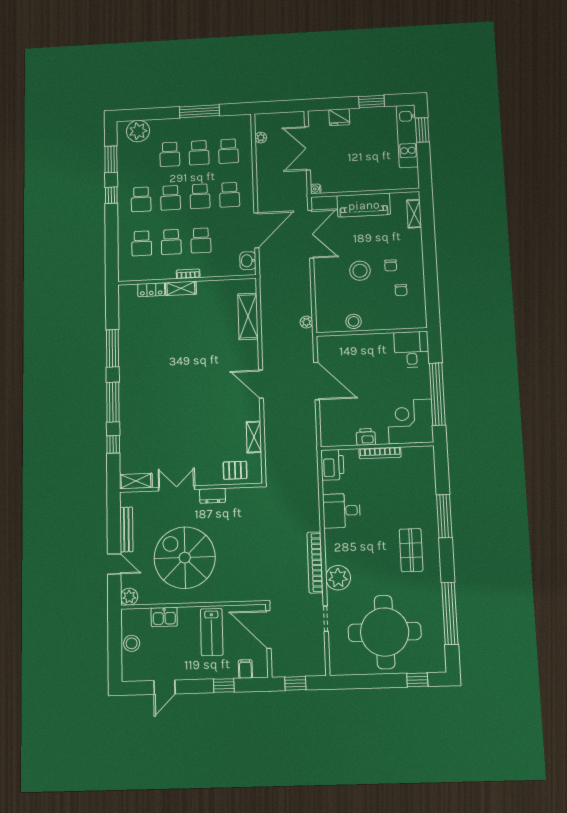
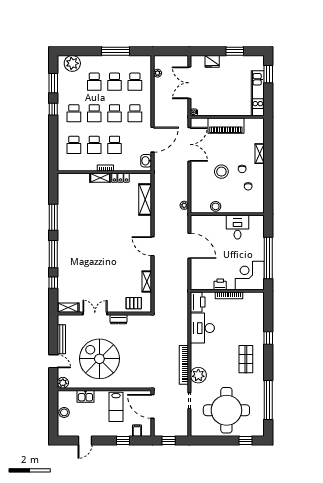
kitchen unit: (407, 136) -> (258, 93), moved
shelving: (414, 214) -> (260, 154), moved
locker: (151, 290) -> (120, 178), moved
desk: (412, 349) -> (237, 227), moved
desk: (342, 511) -> (202, 328), width x1.37
window: (444, 516) -> (268, 338), width x0.46

